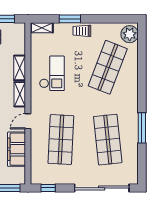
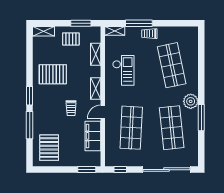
window: (70, 19) -> (139, 23), width x1.44
plant: (130, 34) -> (191, 101), moved
shop shelf: (108, 67) -> (172, 65), turned -33
shelving: (20, 68) -> (96, 54), moved

